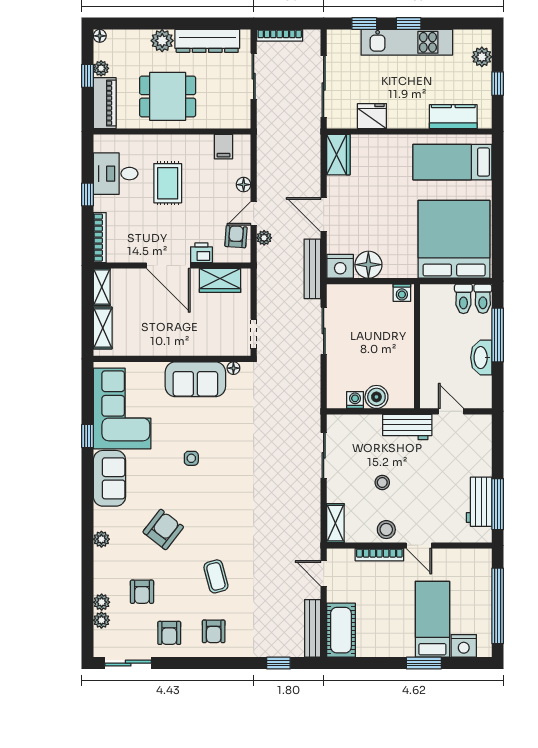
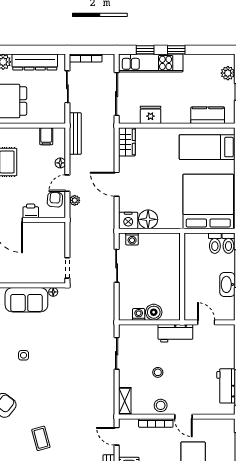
kitchen unit: (407, 42) -> (151, 63), moved
bench: (312, 269) -> (75, 134), moved
wardrobe: (220, 280) -> (44, 230), removed
washing machine: (402, 293) -> (132, 239), moved

